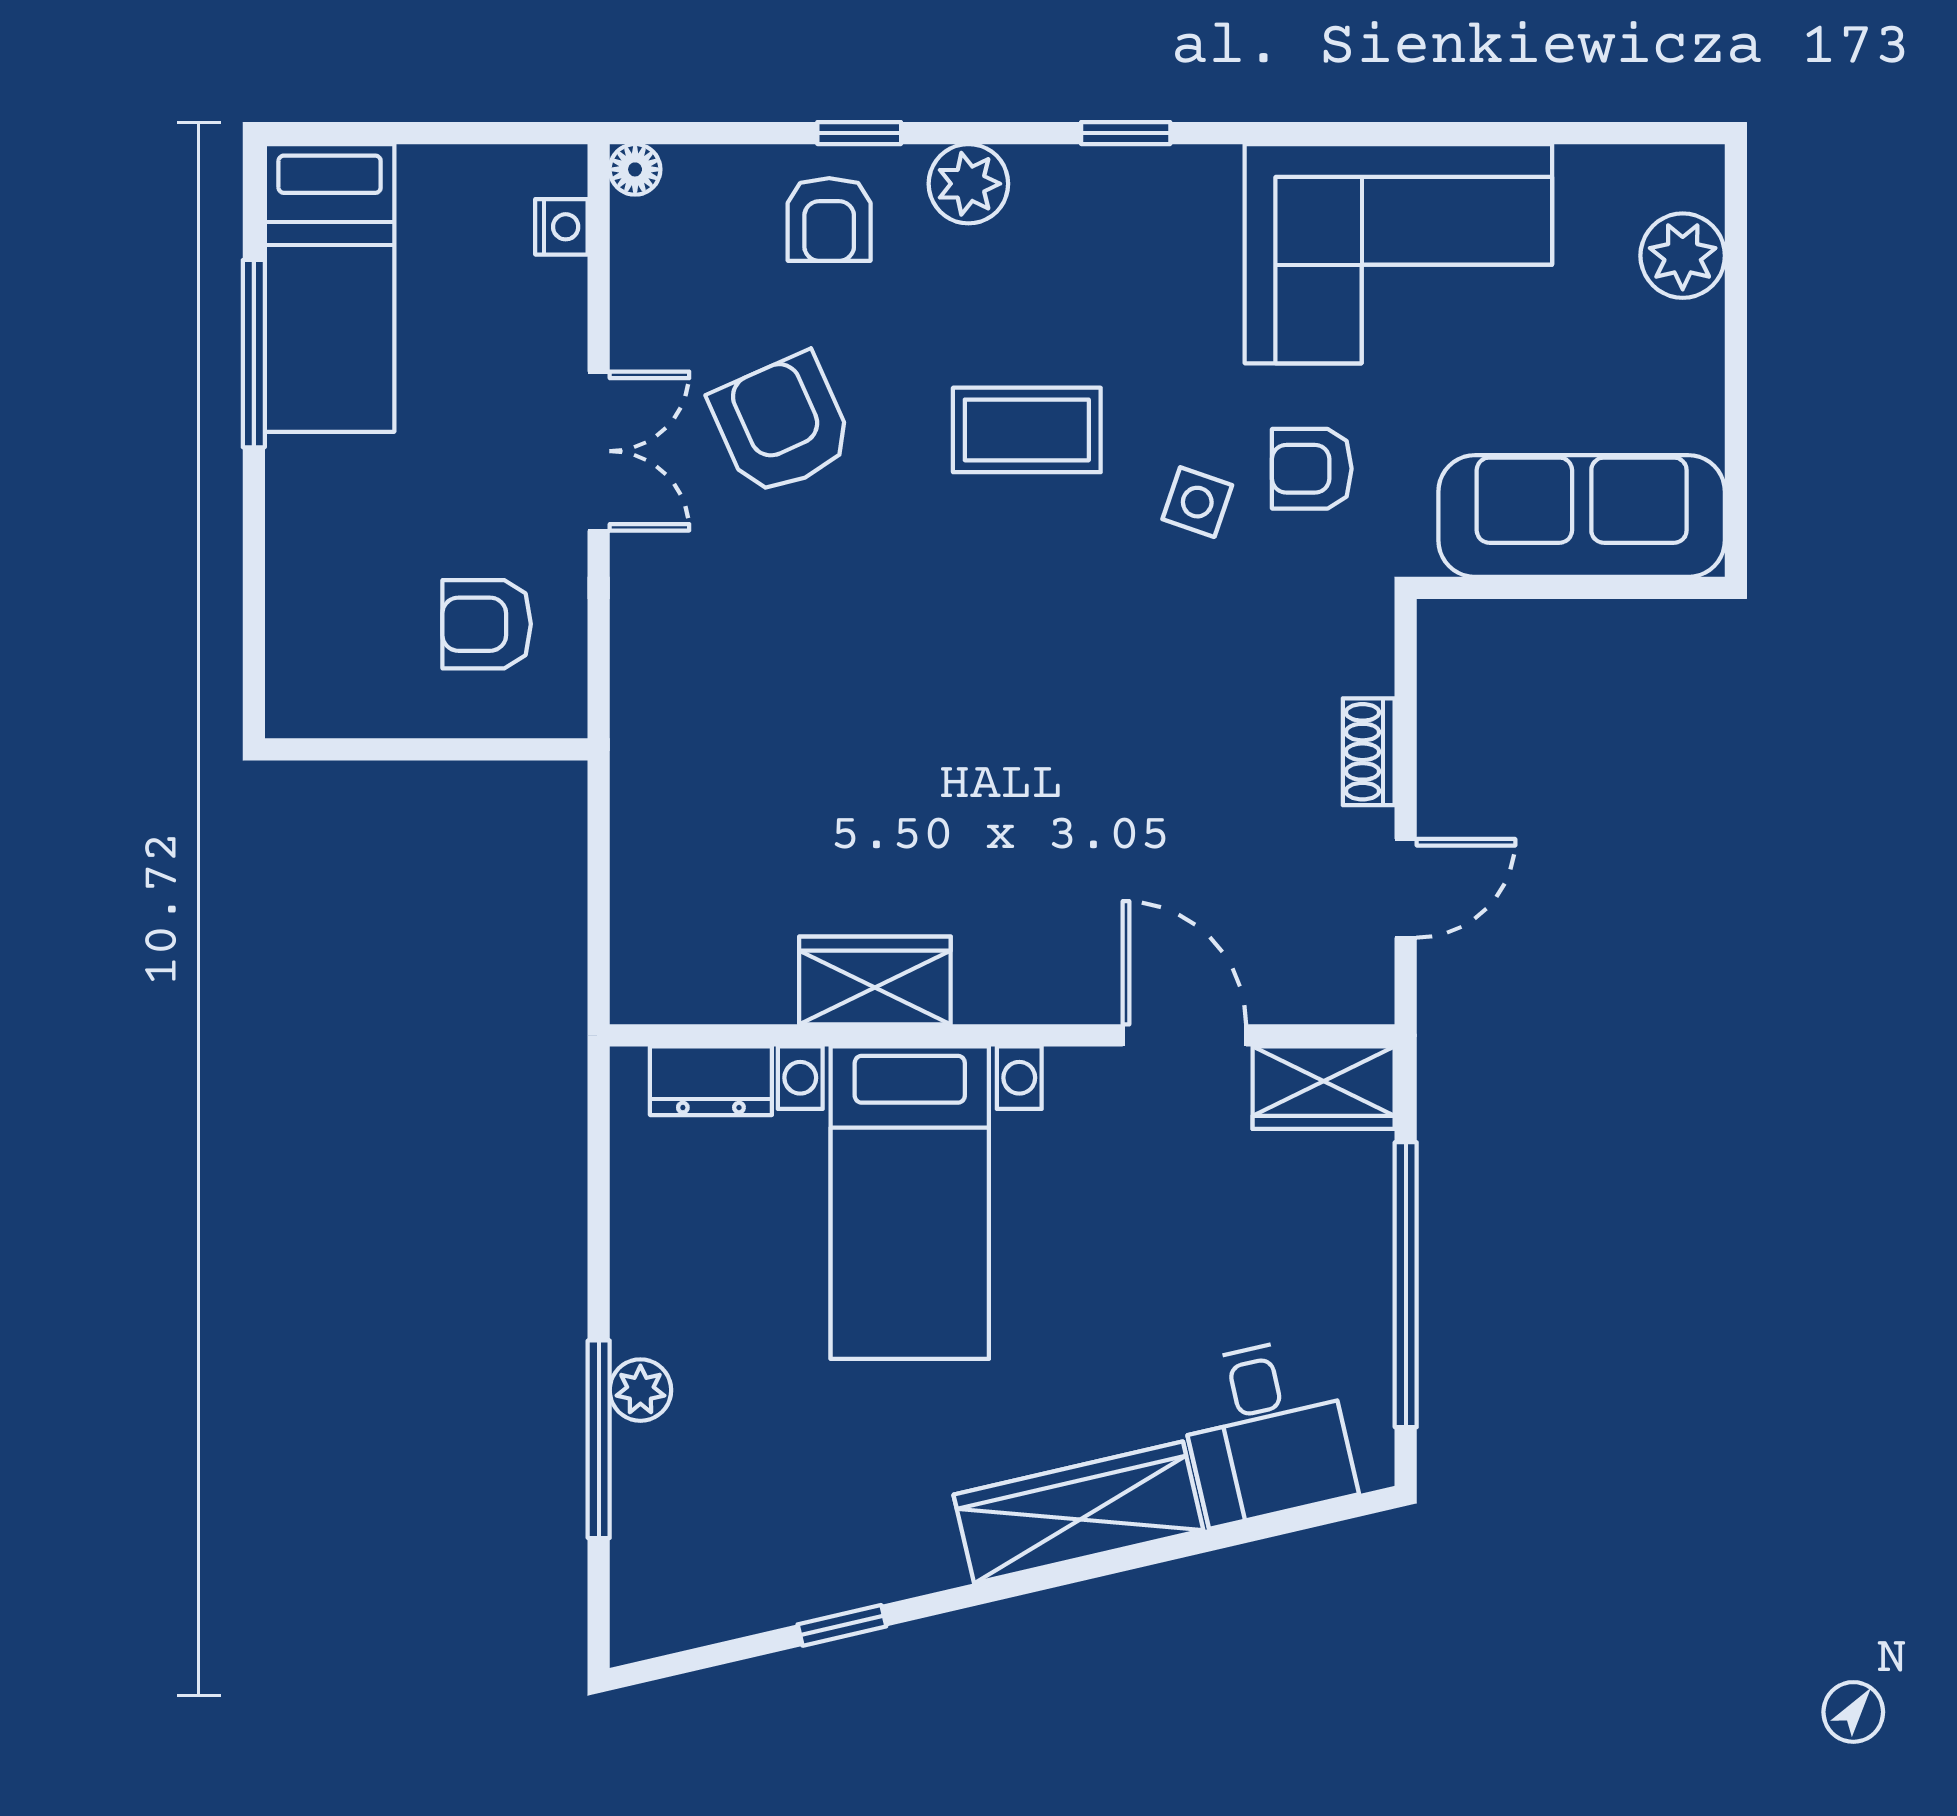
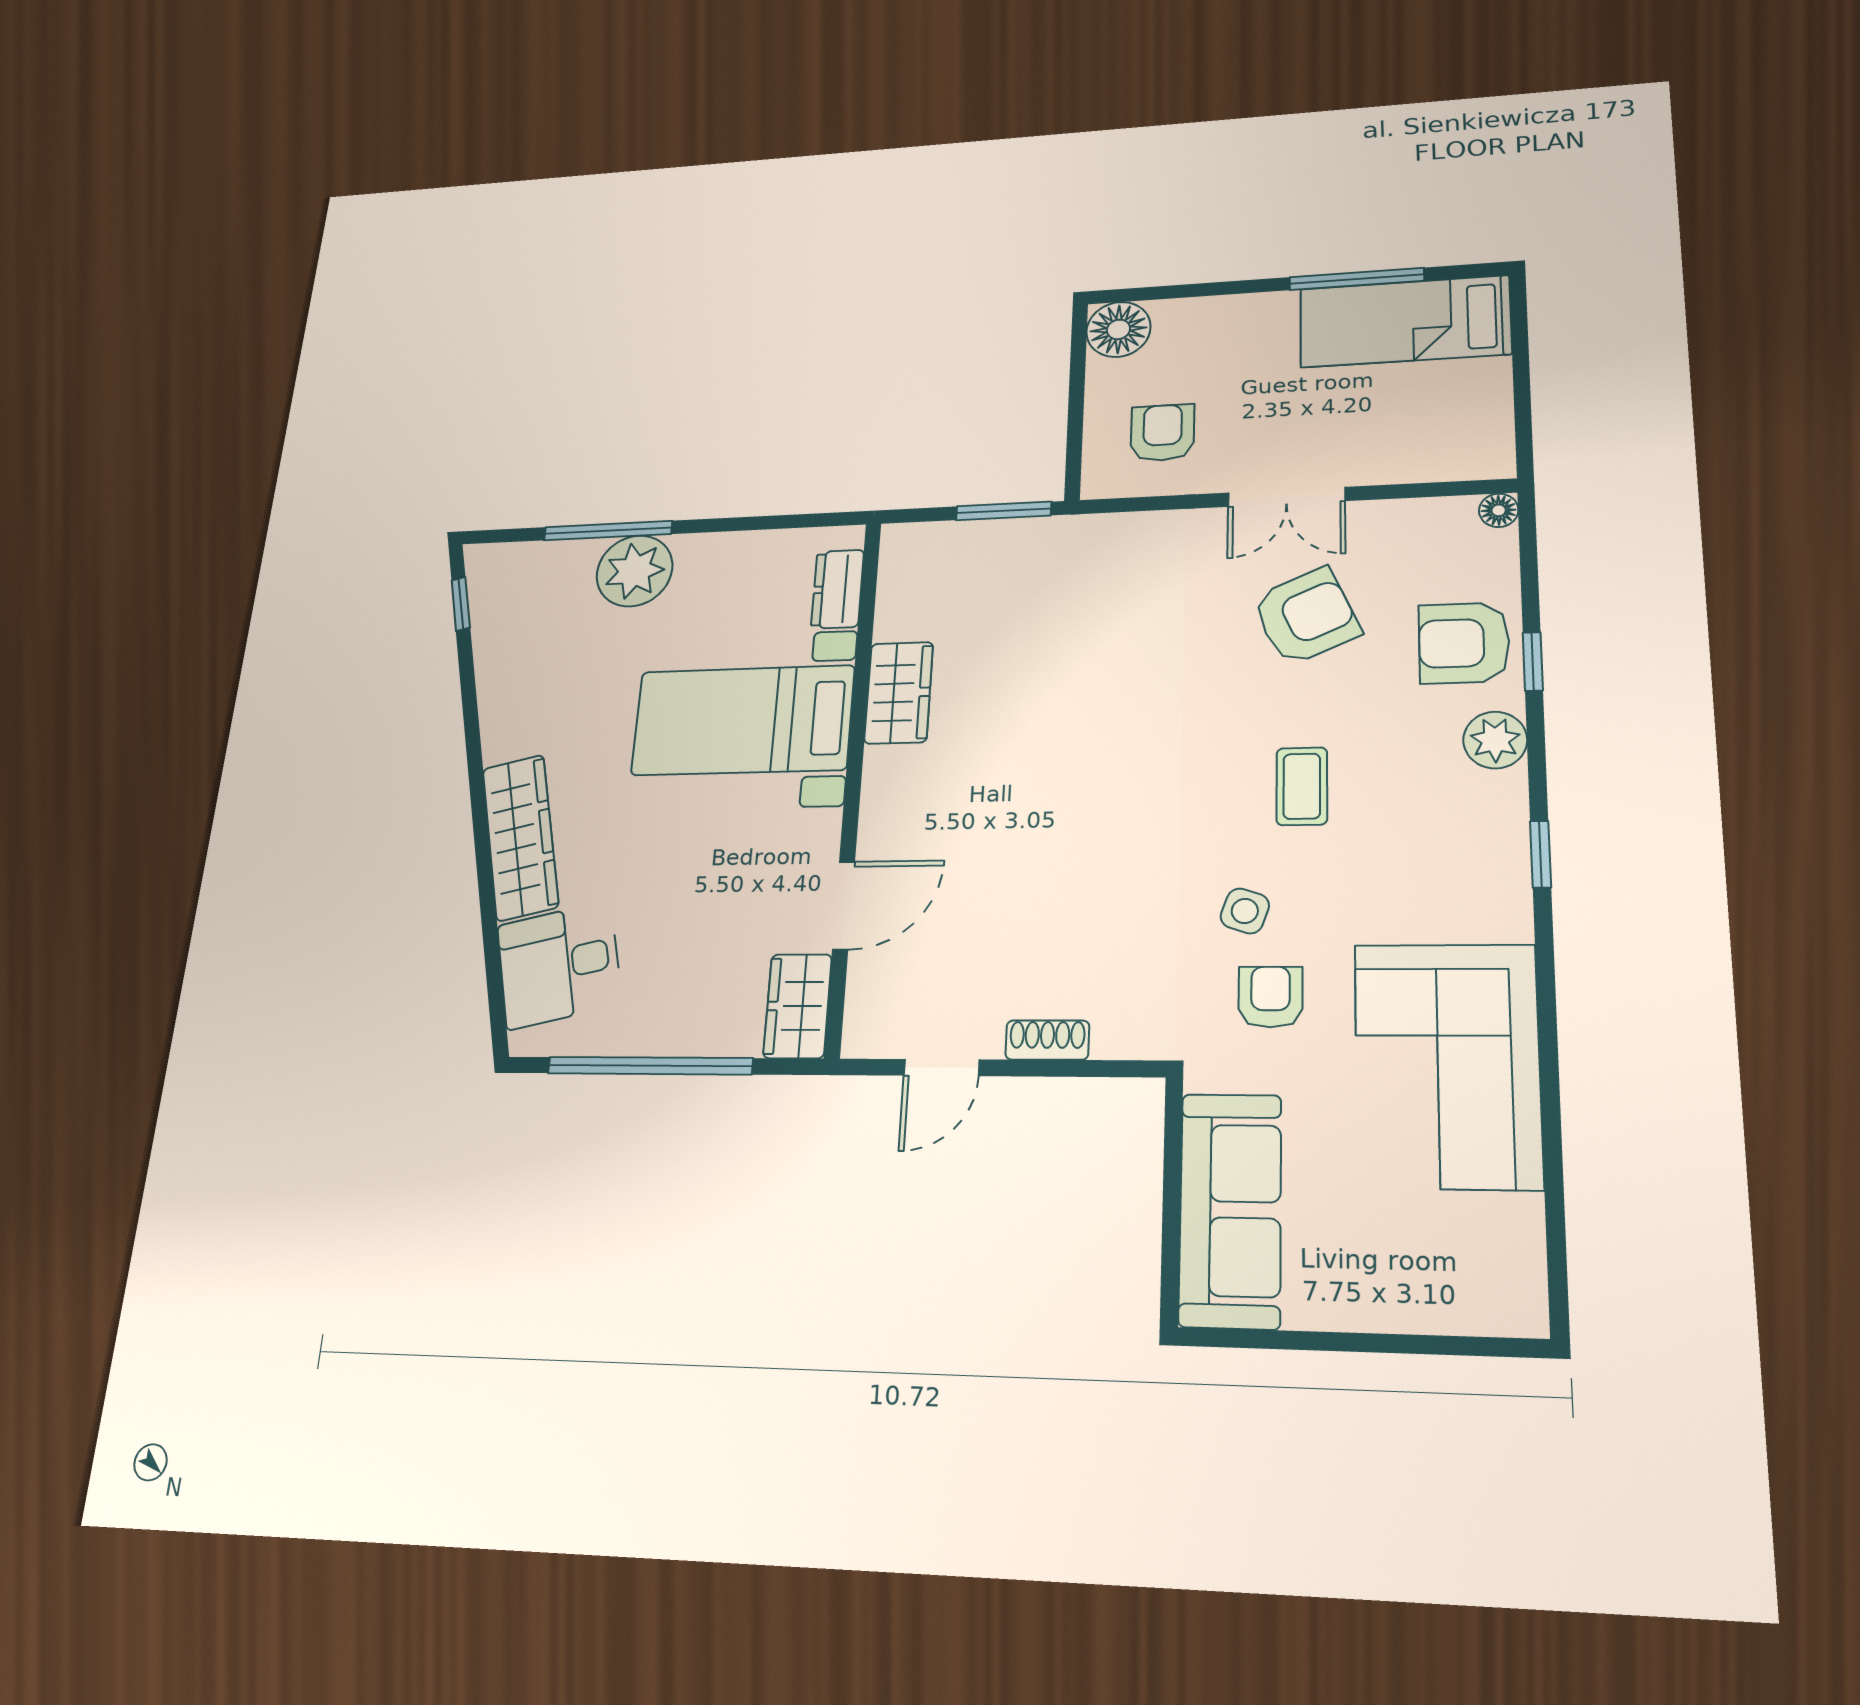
armchair: (829, 219) -> (1464, 643), width x1.38, depth x1.38
nightstand: (561, 227) -> (1453, 464), removed
plant: (1683, 256) -> (1451, 1299), removed
coffee table: (1027, 430) -> (1302, 786), width x0.73, depth x0.77
floor lamp: (311, 692) -> (1118, 329), added
window: (599, 847) -> (1004, 511), added
door: (1406, 888) -> (941, 1068), hinge flipped
plant: (640, 1390) -> (634, 571), width x1.88, depth x1.88
window: (842, 1625) -> (461, 604), moved

